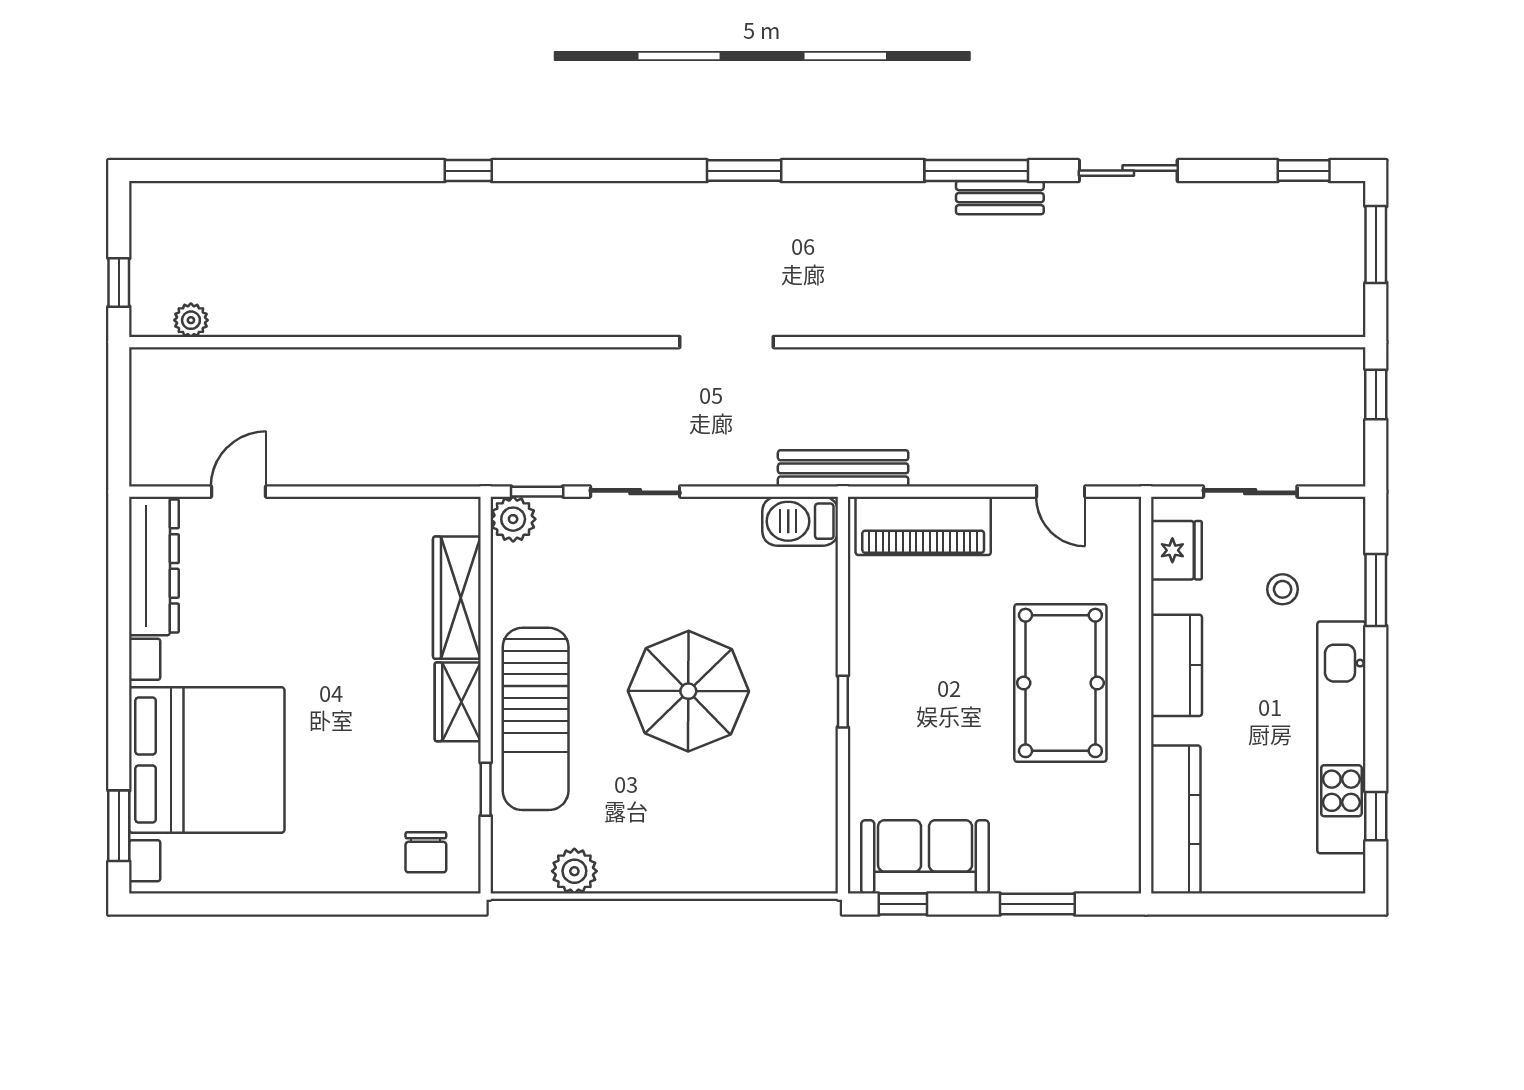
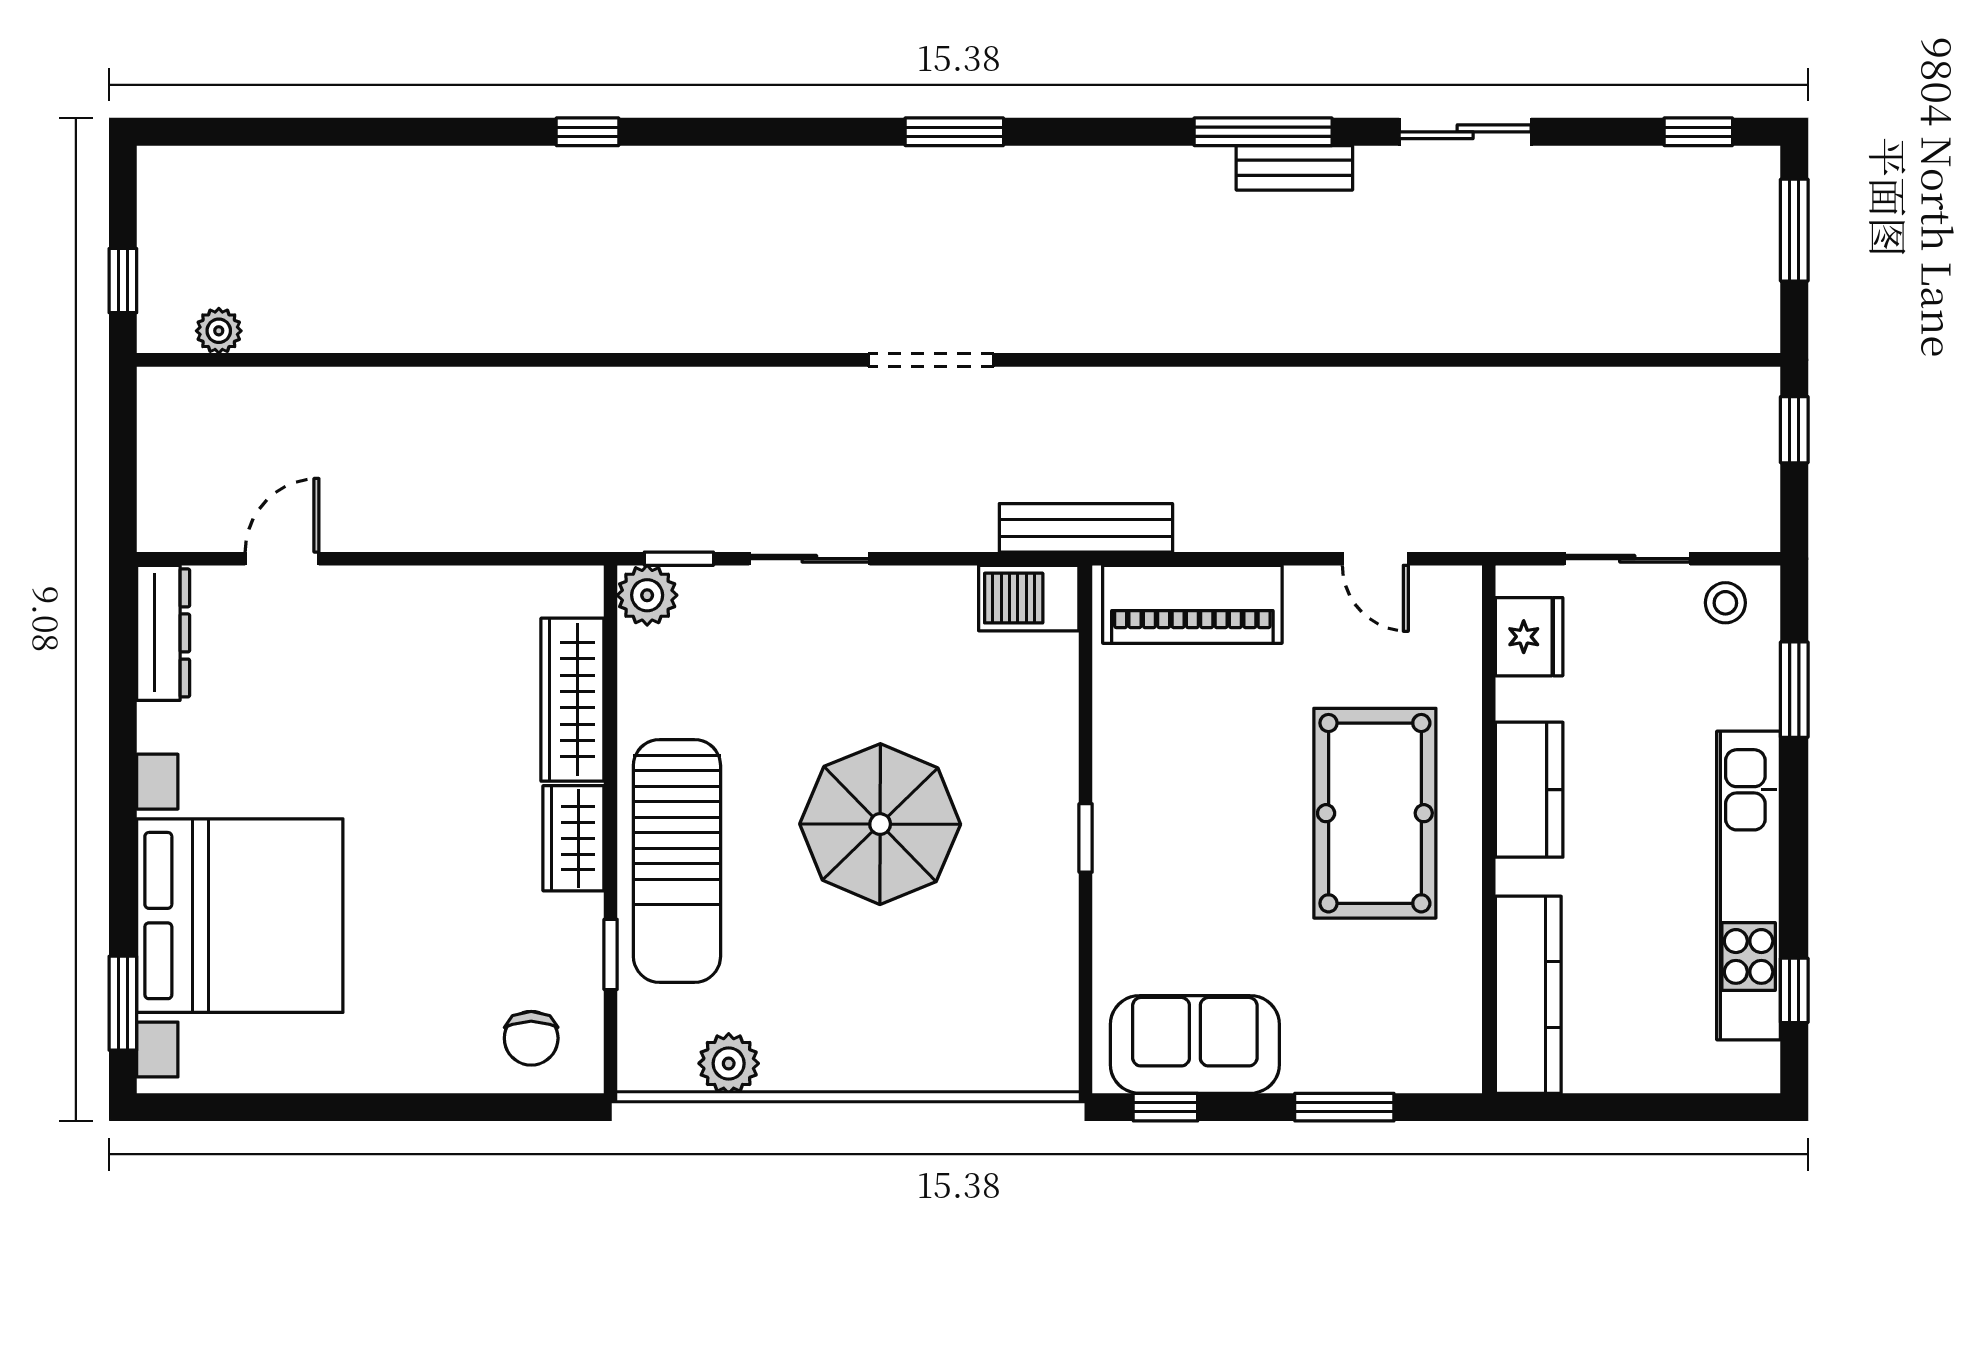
dresser: (154, 566) -> (163, 633), width x0.73, depth x0.80
stool: (1283, 589) -> (1725, 603), moved

